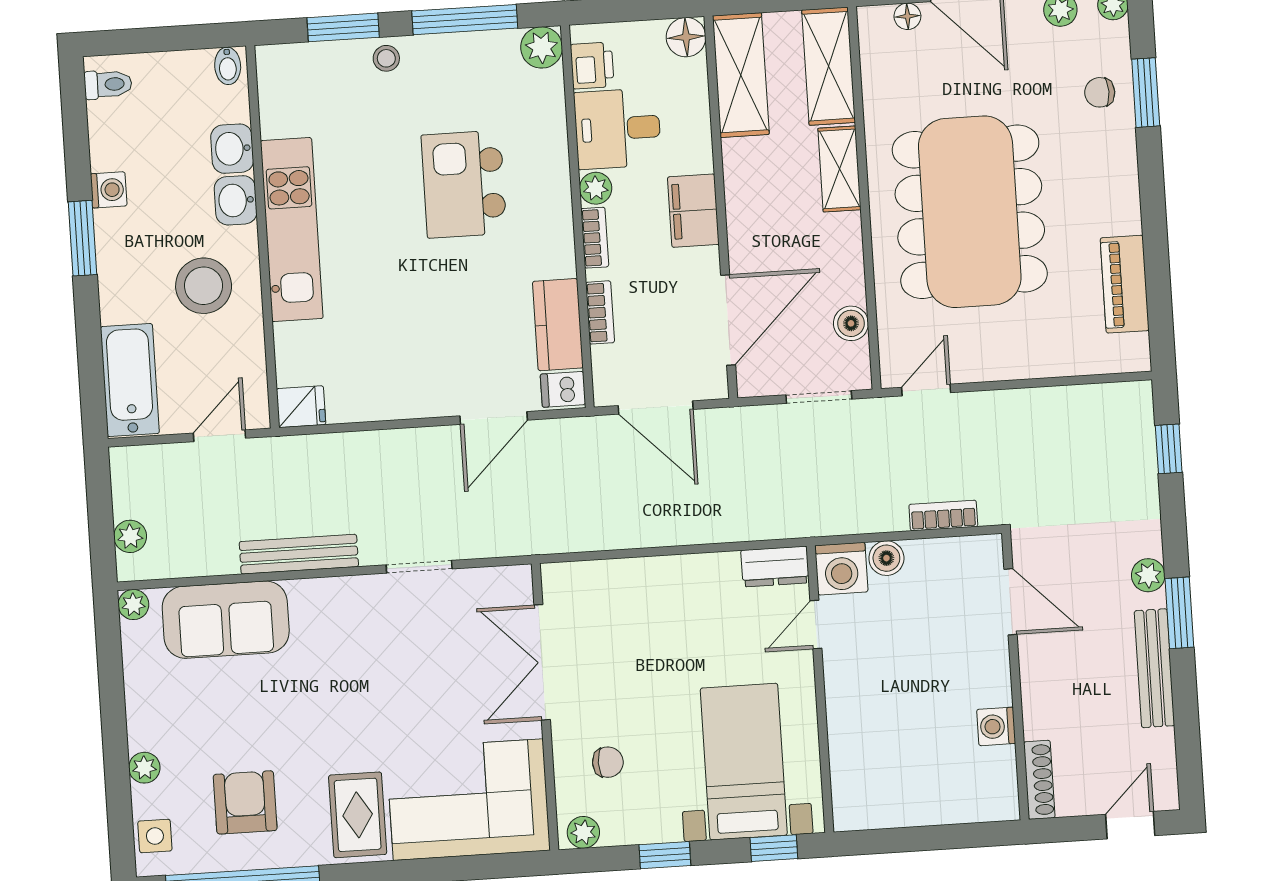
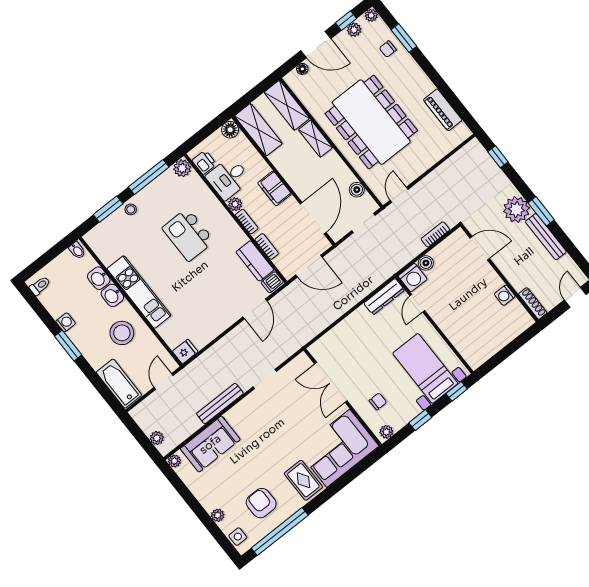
dresser: (775, 567) -> (384, 297), width x1.44
plant: (1148, 575) -> (516, 210), width x1.88, depth x1.88

